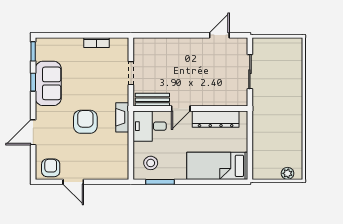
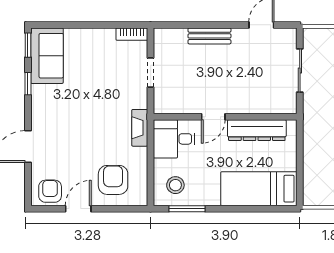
bookcase: (96, 43) -> (132, 34), moved
sofa: (48, 83) -> (47, 56), moved
bench: (152, 100) -> (209, 36), moved
armchair: (85, 122) -> (113, 180), moved
door: (73, 182) -> (78, 209), swing flipped

